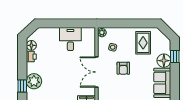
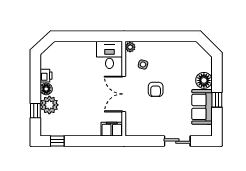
desk: (70, 39) -> (109, 55), moved
rug: (143, 43) -> (179, 59), removed
floor lamp: (31, 45) -> (46, 89), moved
window: (175, 57) -> (217, 100), moved

